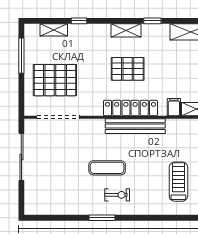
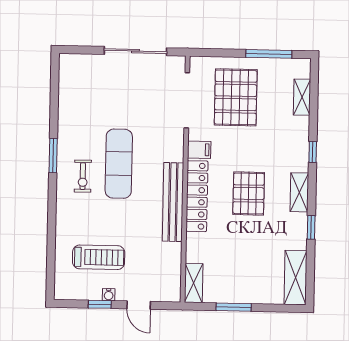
window: (79, 21) -> (313, 152), moved
filing cabinet: (174, 107) -> (199, 150), moved
exercise mat: (107, 168) -> (119, 164), width x1.36, depth x1.45

